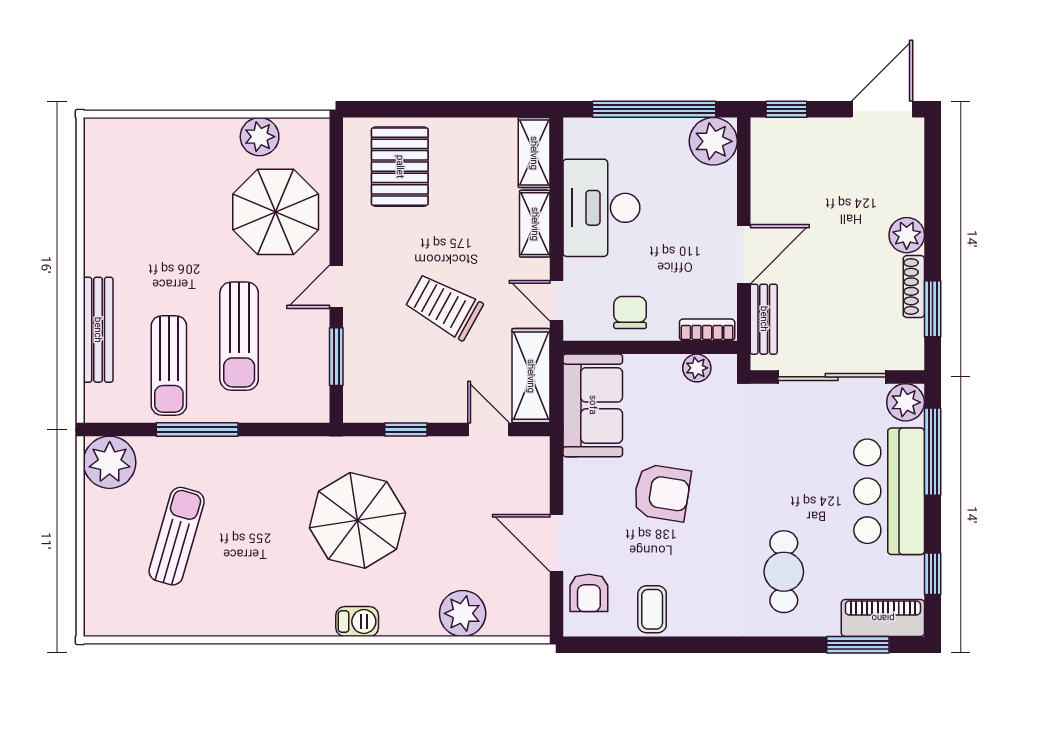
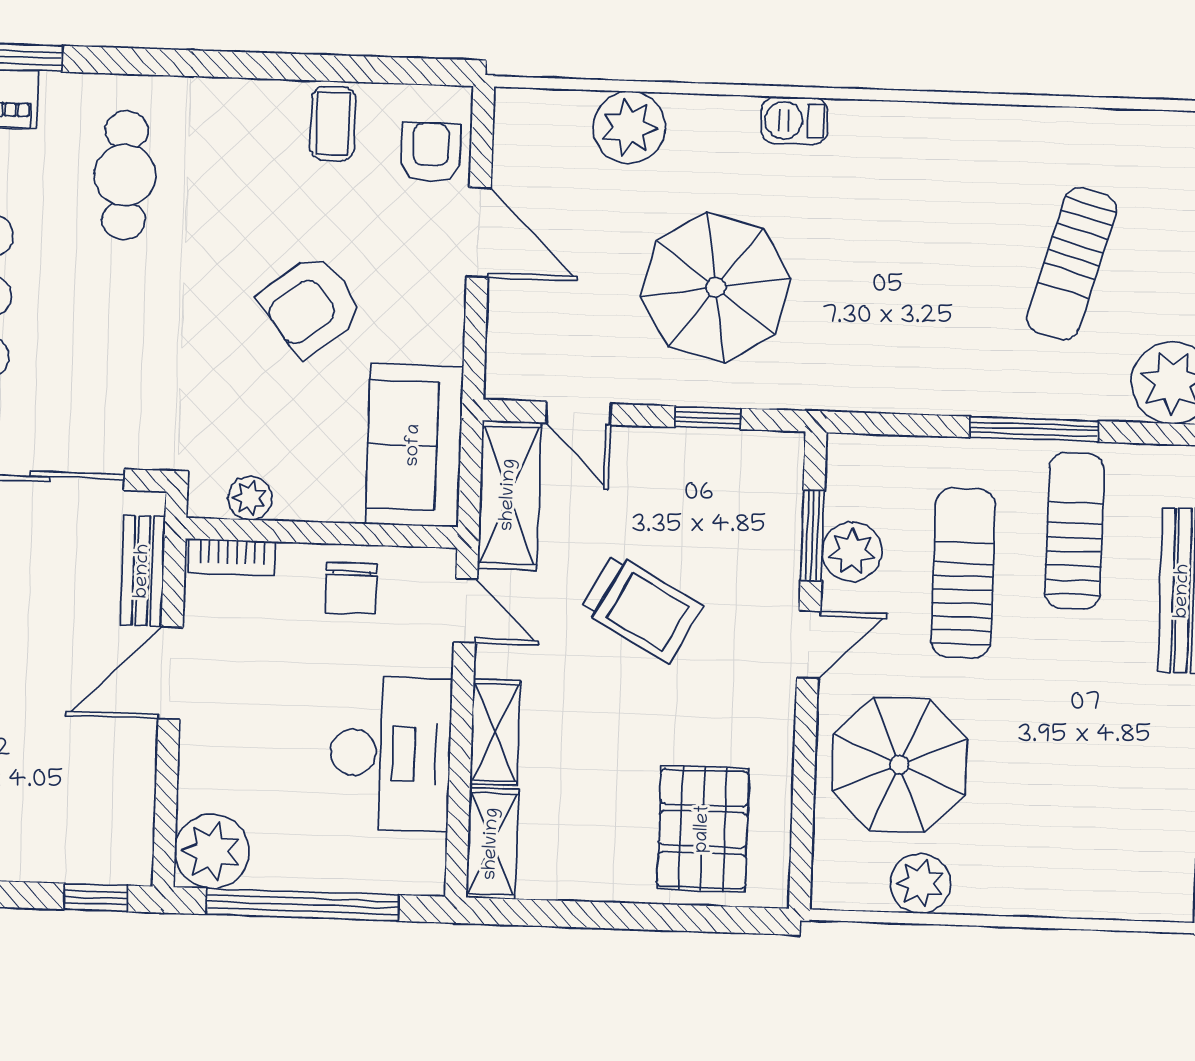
plant: (311, 347) -> (852, 552), added
armchair: (662, 493) -> (311, 305), turned -47
parasol: (357, 520) -> (716, 287), moved

